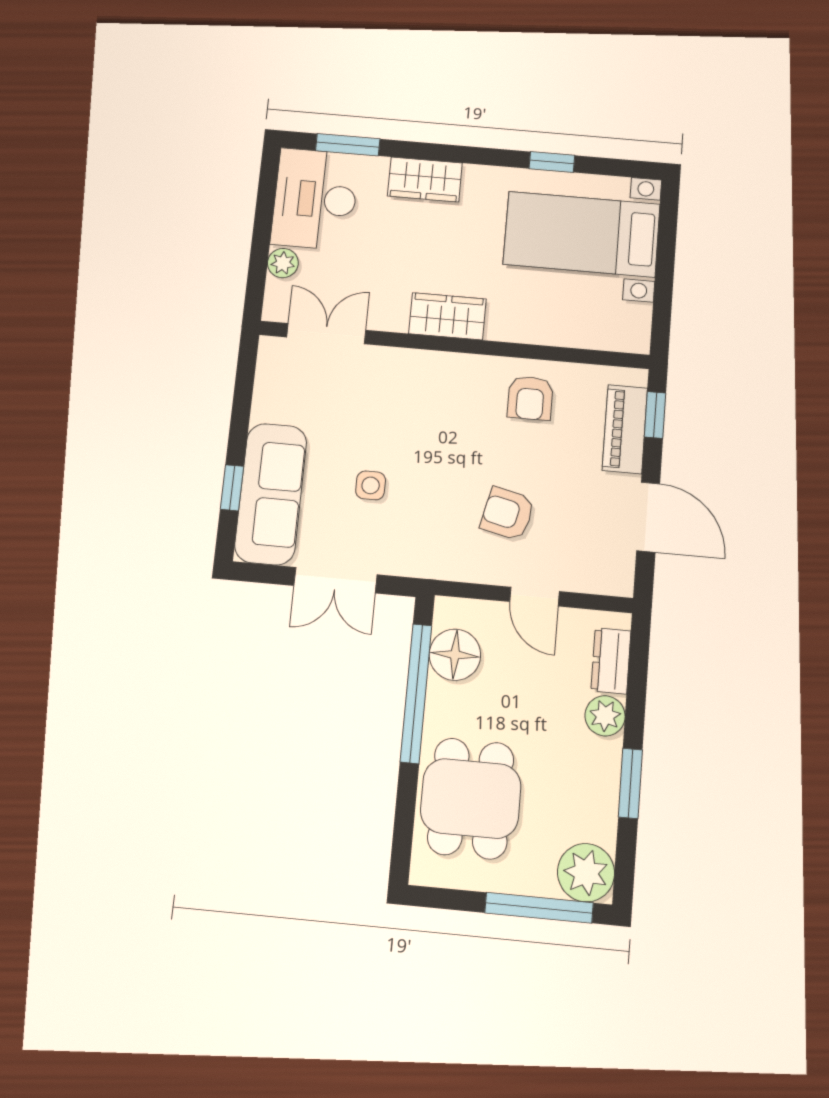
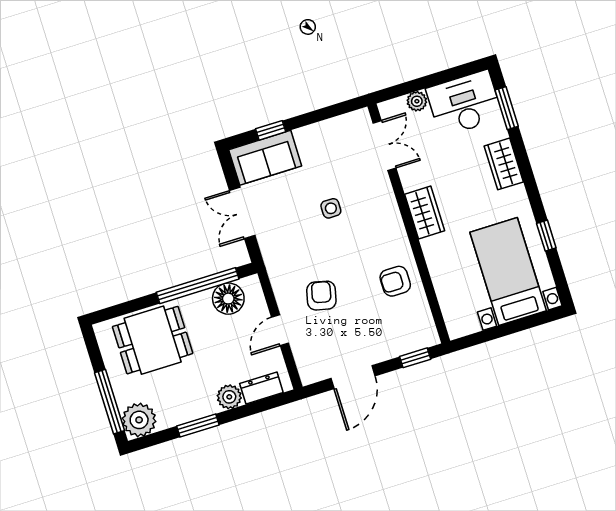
piano: (625, 429) -> (399, 344), removed
side table: (371, 485) -> (331, 208), moved
sofa: (271, 494) -> (265, 158), width x0.73

